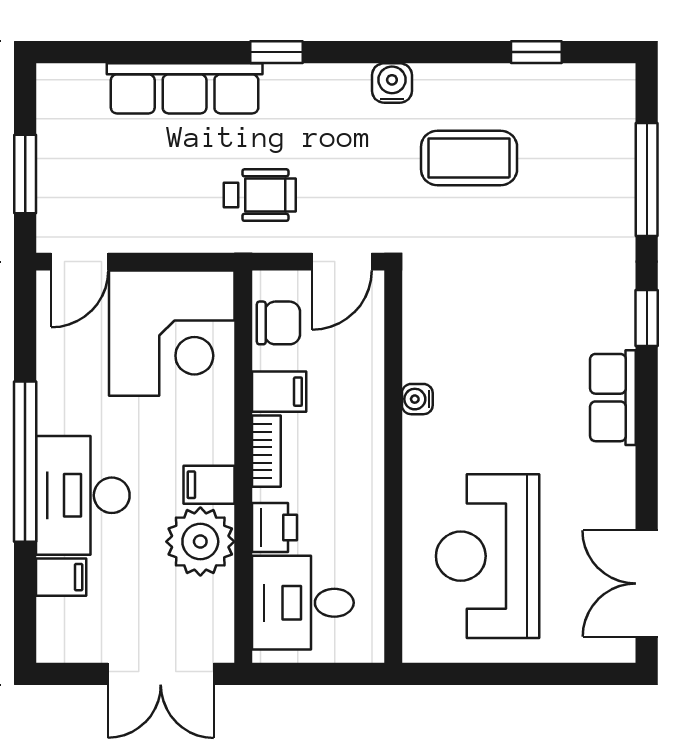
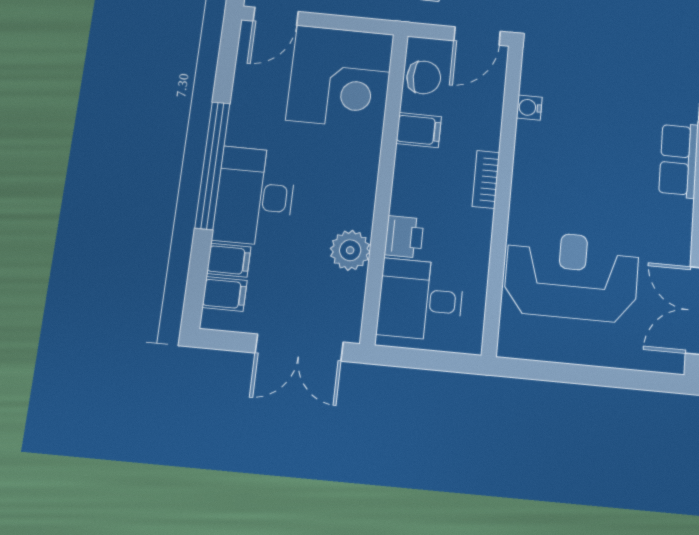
water cooler: (417, 399) -> (529, 108), moved
bookcase: (266, 451) -> (486, 179), moved, turned 180
filing cabinet: (209, 485) -> (225, 294), moved, turned 180
plant: (200, 542) -> (350, 250), width x0.73, depth x0.73
reception desk: (488, 556) -> (572, 276), turned 90

